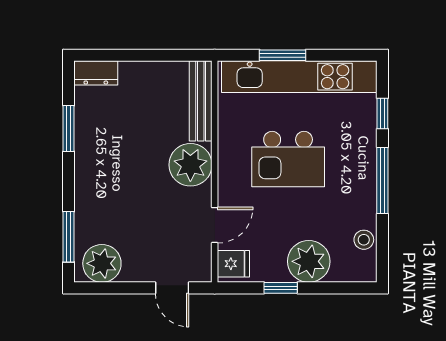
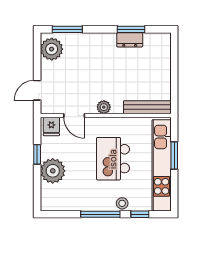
dresser: (96, 73) -> (130, 40), moved, turned -90
plant: (190, 165) -> (104, 107), width x0.53, depth x0.53
stool: (364, 240) -> (122, 203), moved

